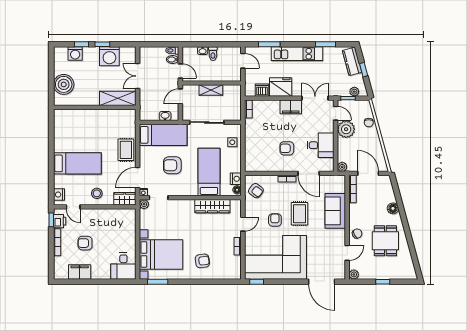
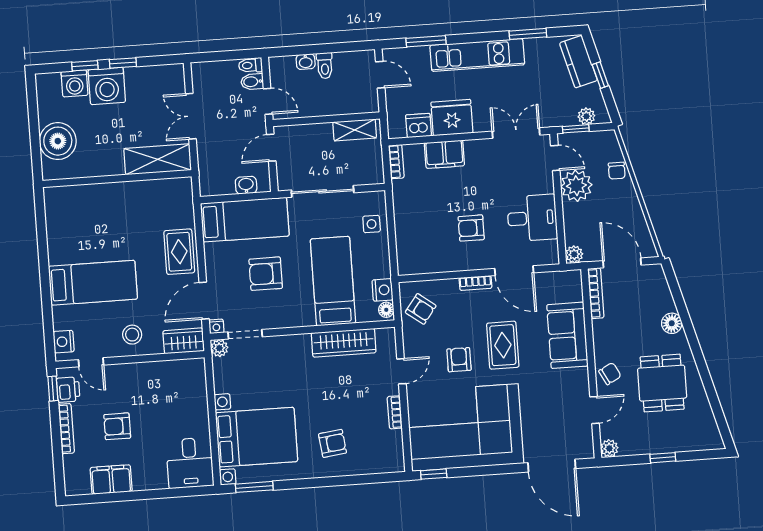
washing machine: (109, 56) -> (107, 86), moved
shelving: (211, 90) -> (355, 130), moved
filing cabinet: (291, 107) -> (444, 154), moved

